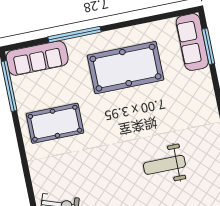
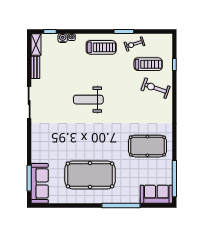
sofa: (37, 58) -> (156, 194), width x0.73
weight bench: (164, 165) -> (88, 100), moved, turned 180

